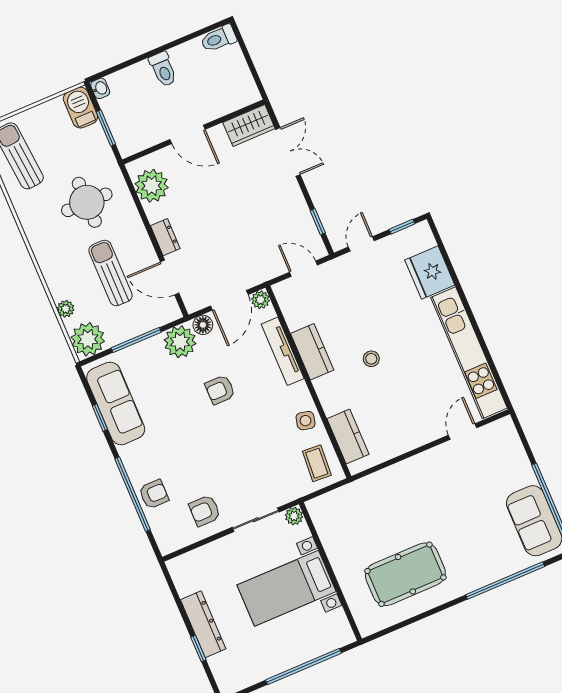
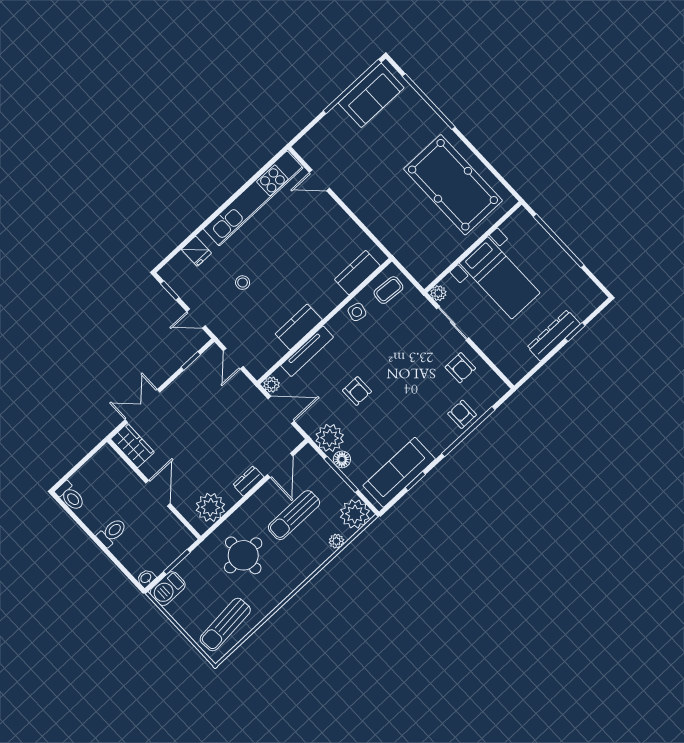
fridge: (430, 273) -> (196, 251), width x0.53, depth x0.75
floor lamp: (203, 325) -> (342, 459), moved
stool: (371, 359) -> (243, 283), moved
pool table: (405, 574) -> (453, 185), width x1.36, depth x1.32

